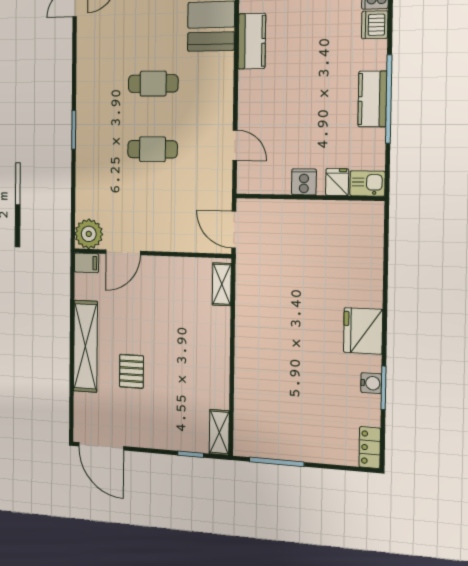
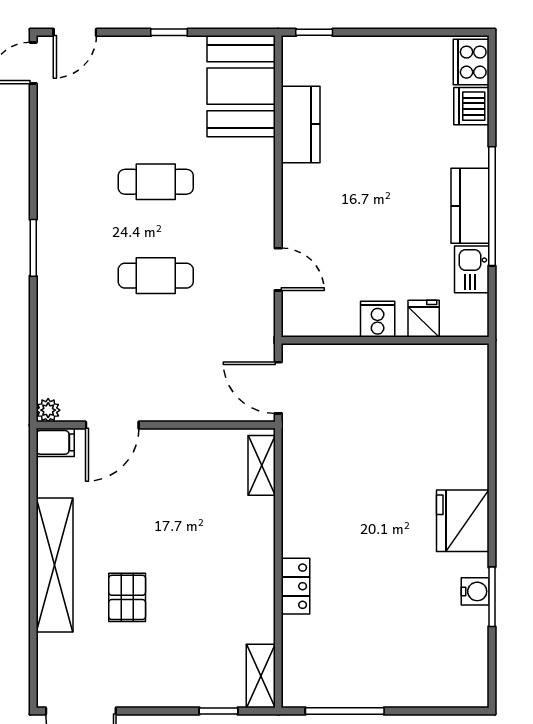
kitchen sink: (367, 184) -> (472, 269), moved, turned -90
plant: (89, 234) -> (48, 410), width x0.53, depth x0.53
locker: (370, 447) -> (296, 586), moved, turned 180

